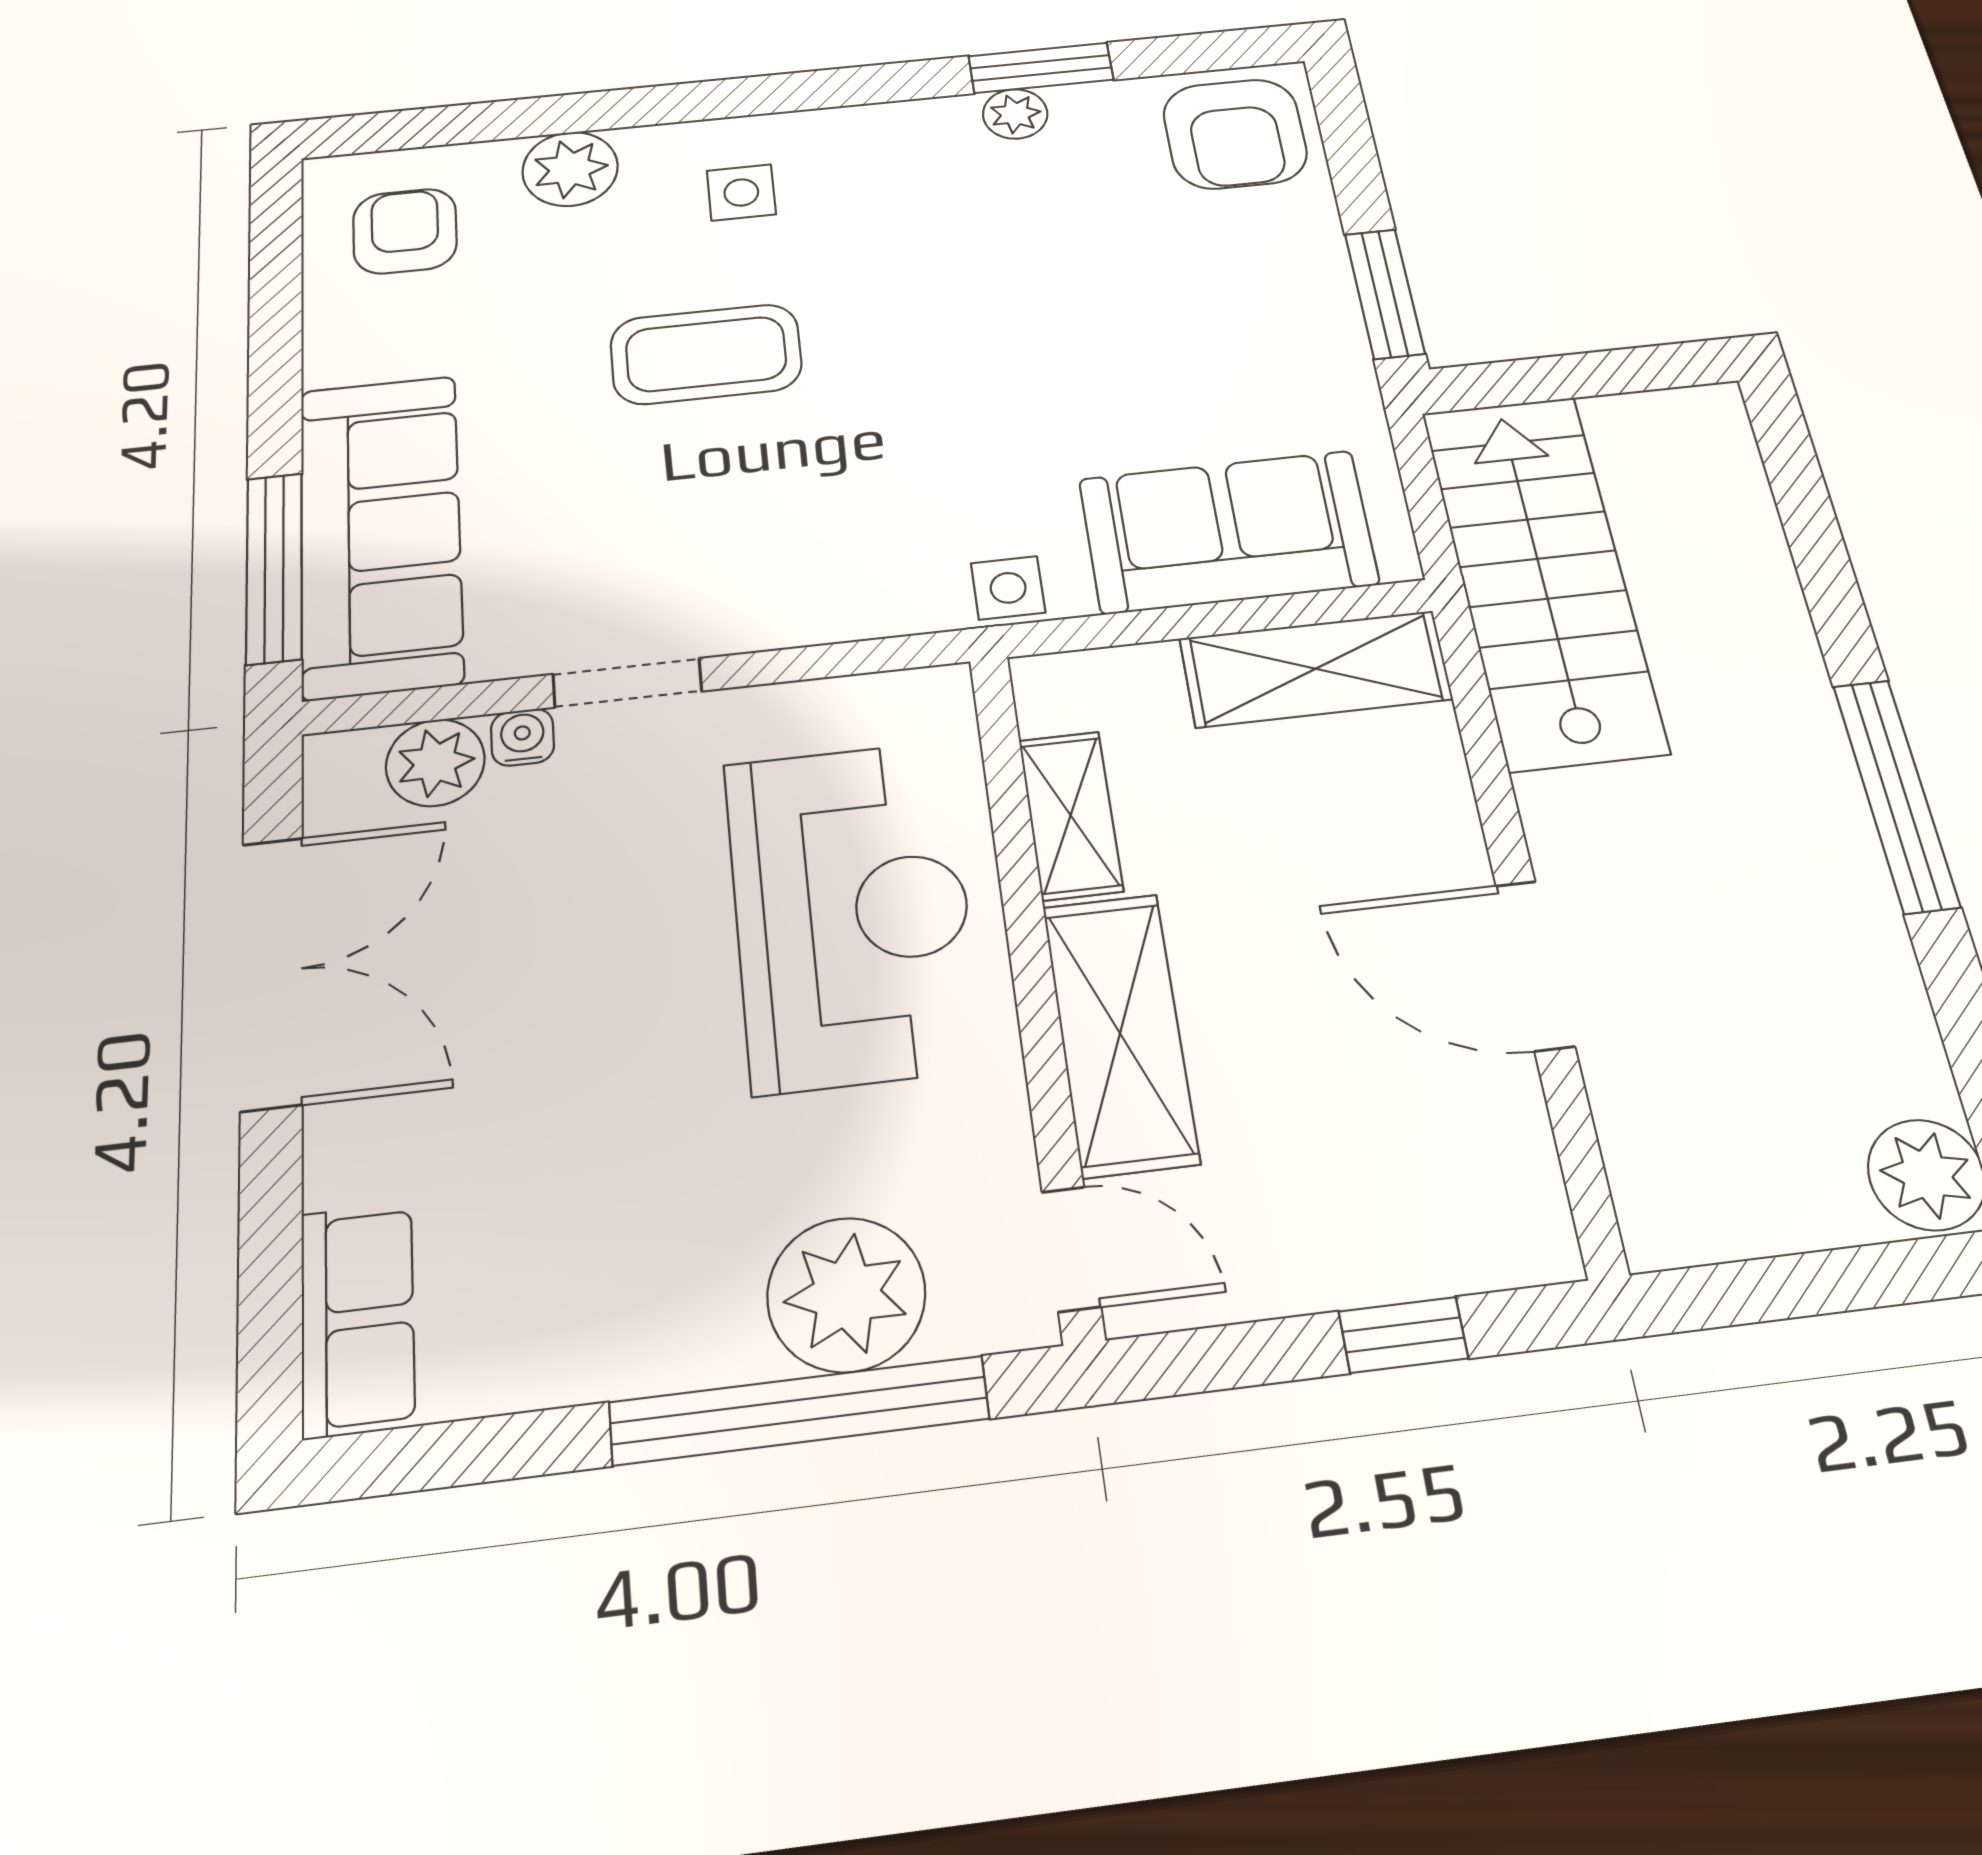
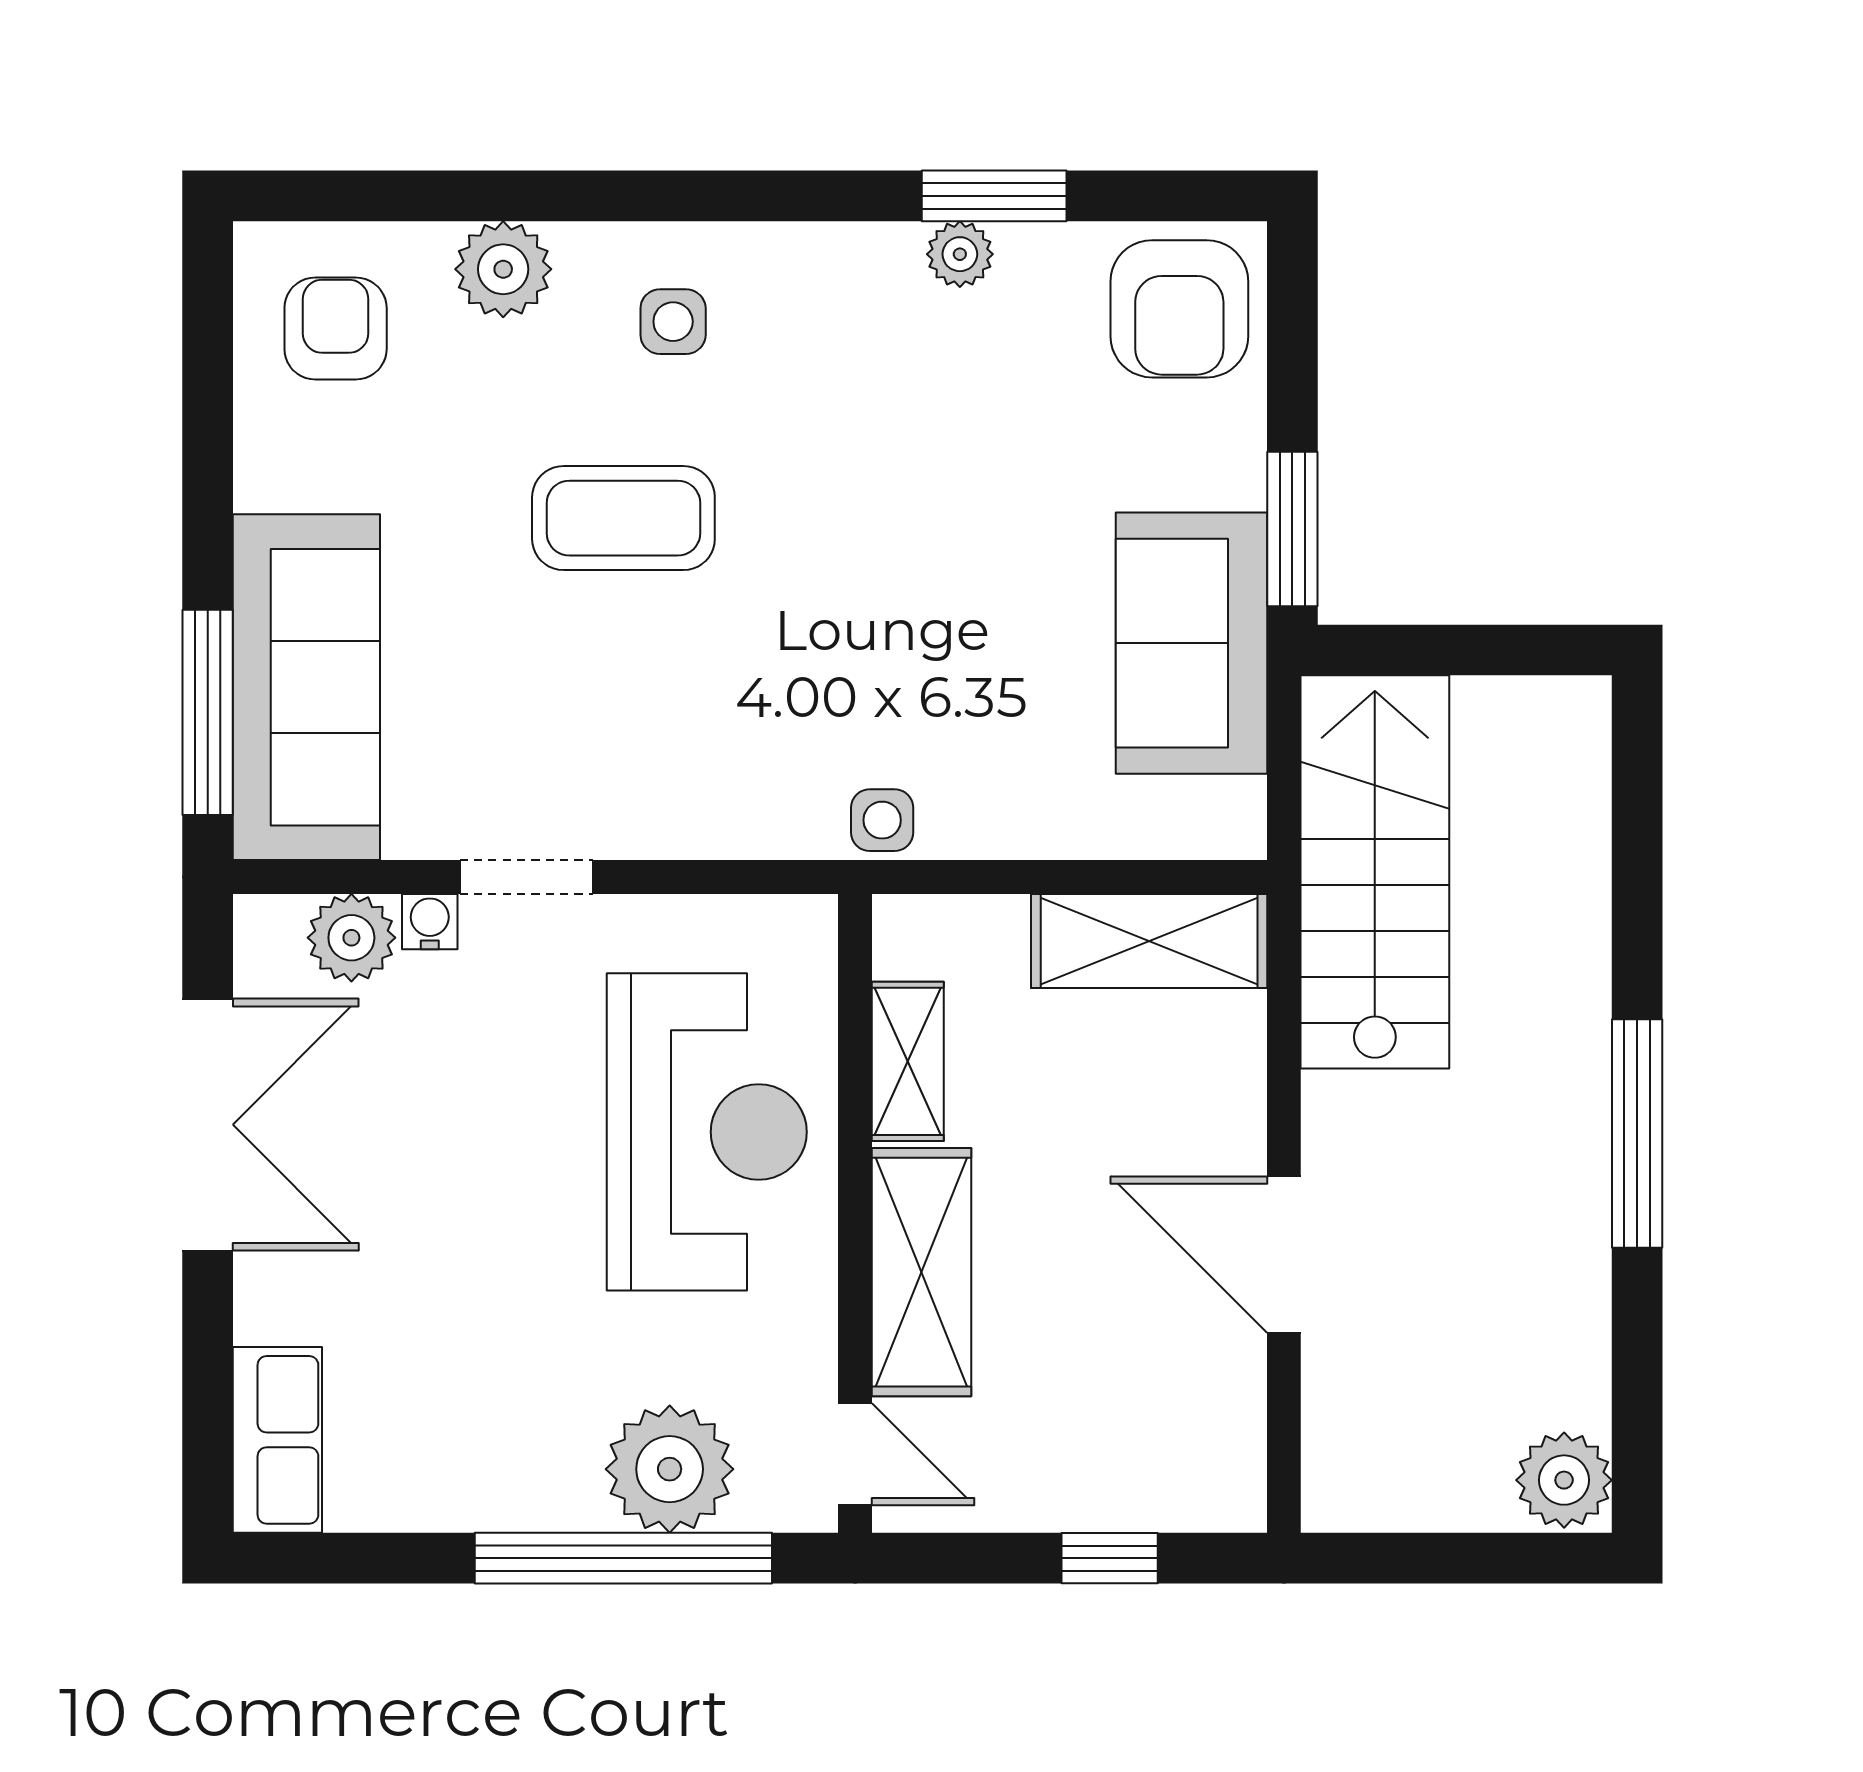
sofa: (1228, 532) -> (1191, 643), moved, turned -90

